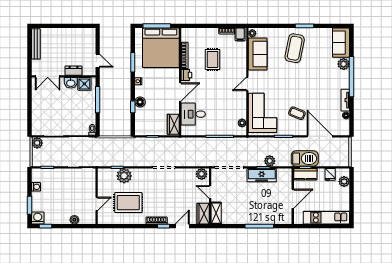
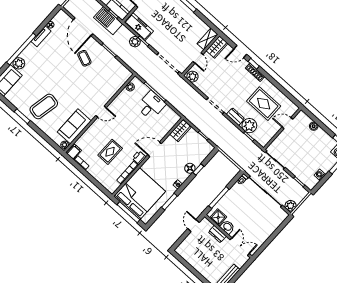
corner sofa: (262, 113) -> (109, 81), removed
desk: (193, 114) -> (151, 105), moved, turned -90
dresser: (141, 173) -> (235, 117), added
freezer: (262, 175) -> (139, 27), moved

